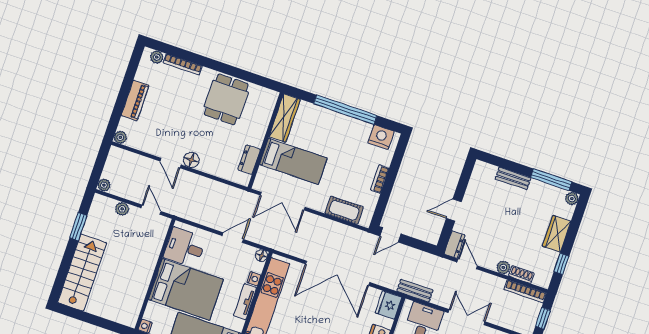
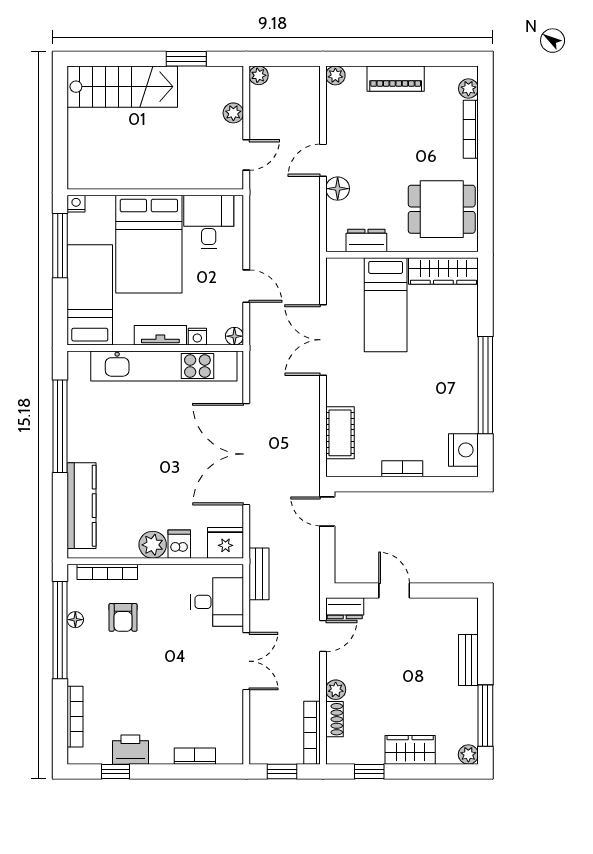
wardrobe: (285, 118) -> (443, 271), moved
wall: (266, 140) -> (402, 255), moved
dresser: (249, 160) -> (366, 240), moved
bed: (293, 161) -> (386, 305), moved

